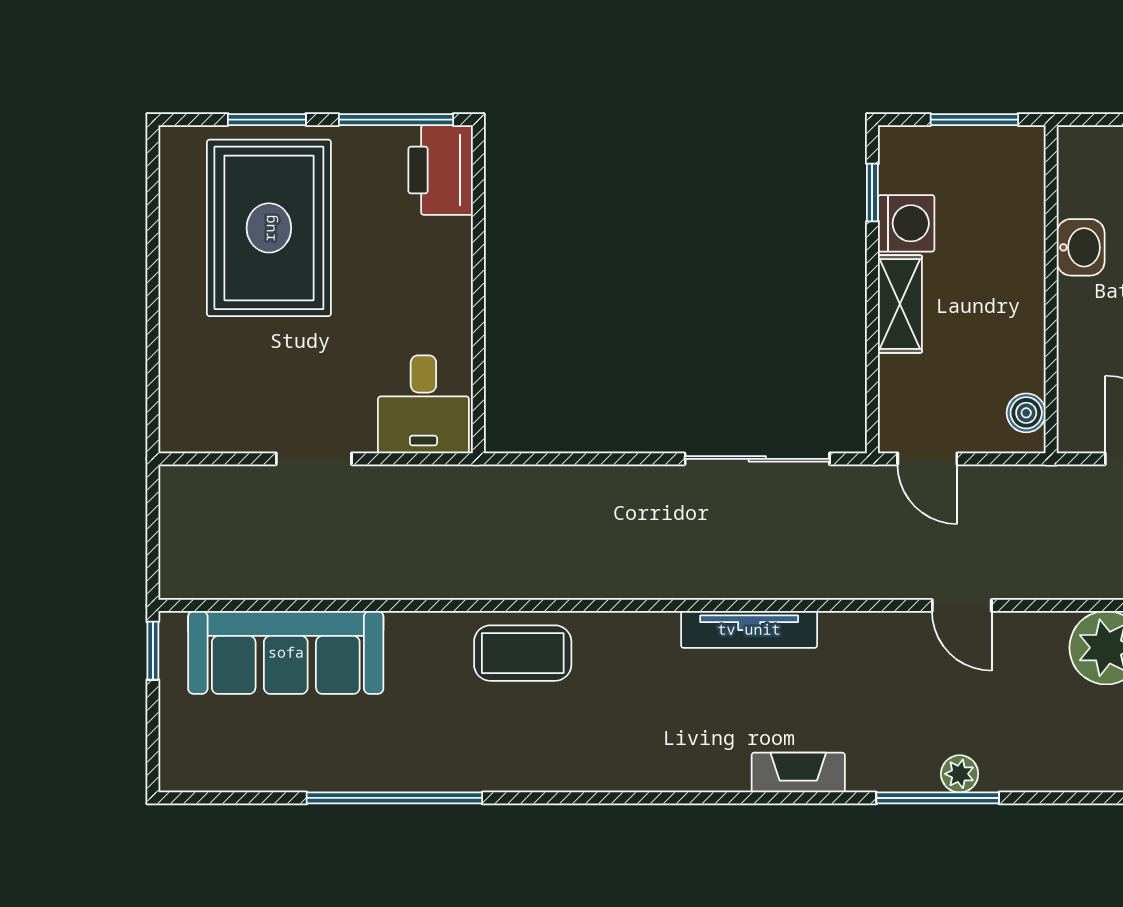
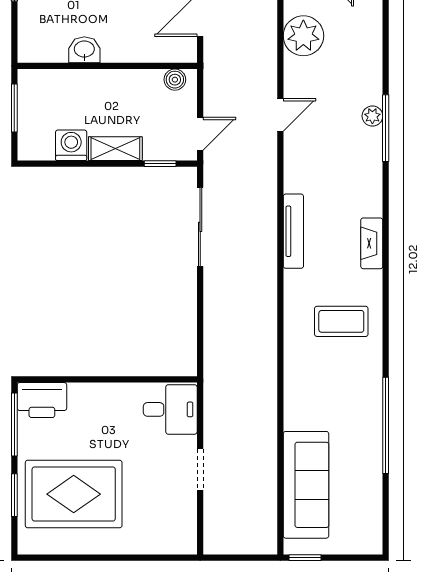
window: (872, 192) -> (160, 164), moved
coffee table: (523, 653) -> (341, 321), moved, turned 90
fireplace: (798, 773) -> (372, 243), moved

